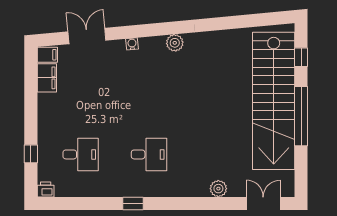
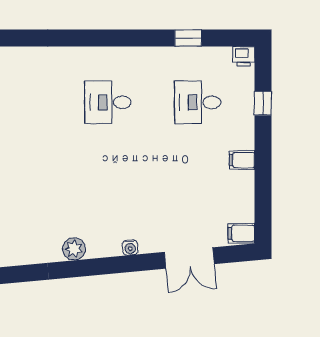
filing cabinet: (47, 78) -> (242, 160), moved, width x0.50
plant: (218, 189) -> (17, 57), removed
window: (133, 203) -> (188, 38), moved

